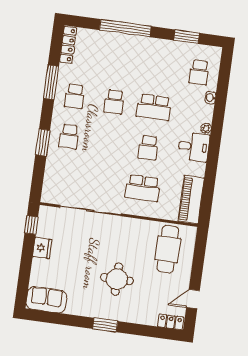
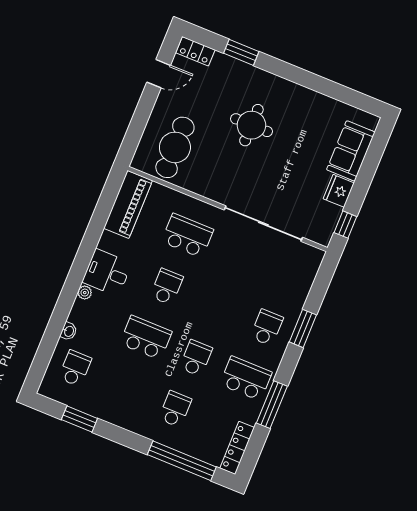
window: (125, 28) -> (182, 461), moved
school desk: (120, 61) -> (175, 409), added
school desk: (75, 96) -> (246, 378), width x1.85
sofa: (46, 300) -> (351, 151), moved, turned 90
window: (105, 325) -> (241, 52), moved

